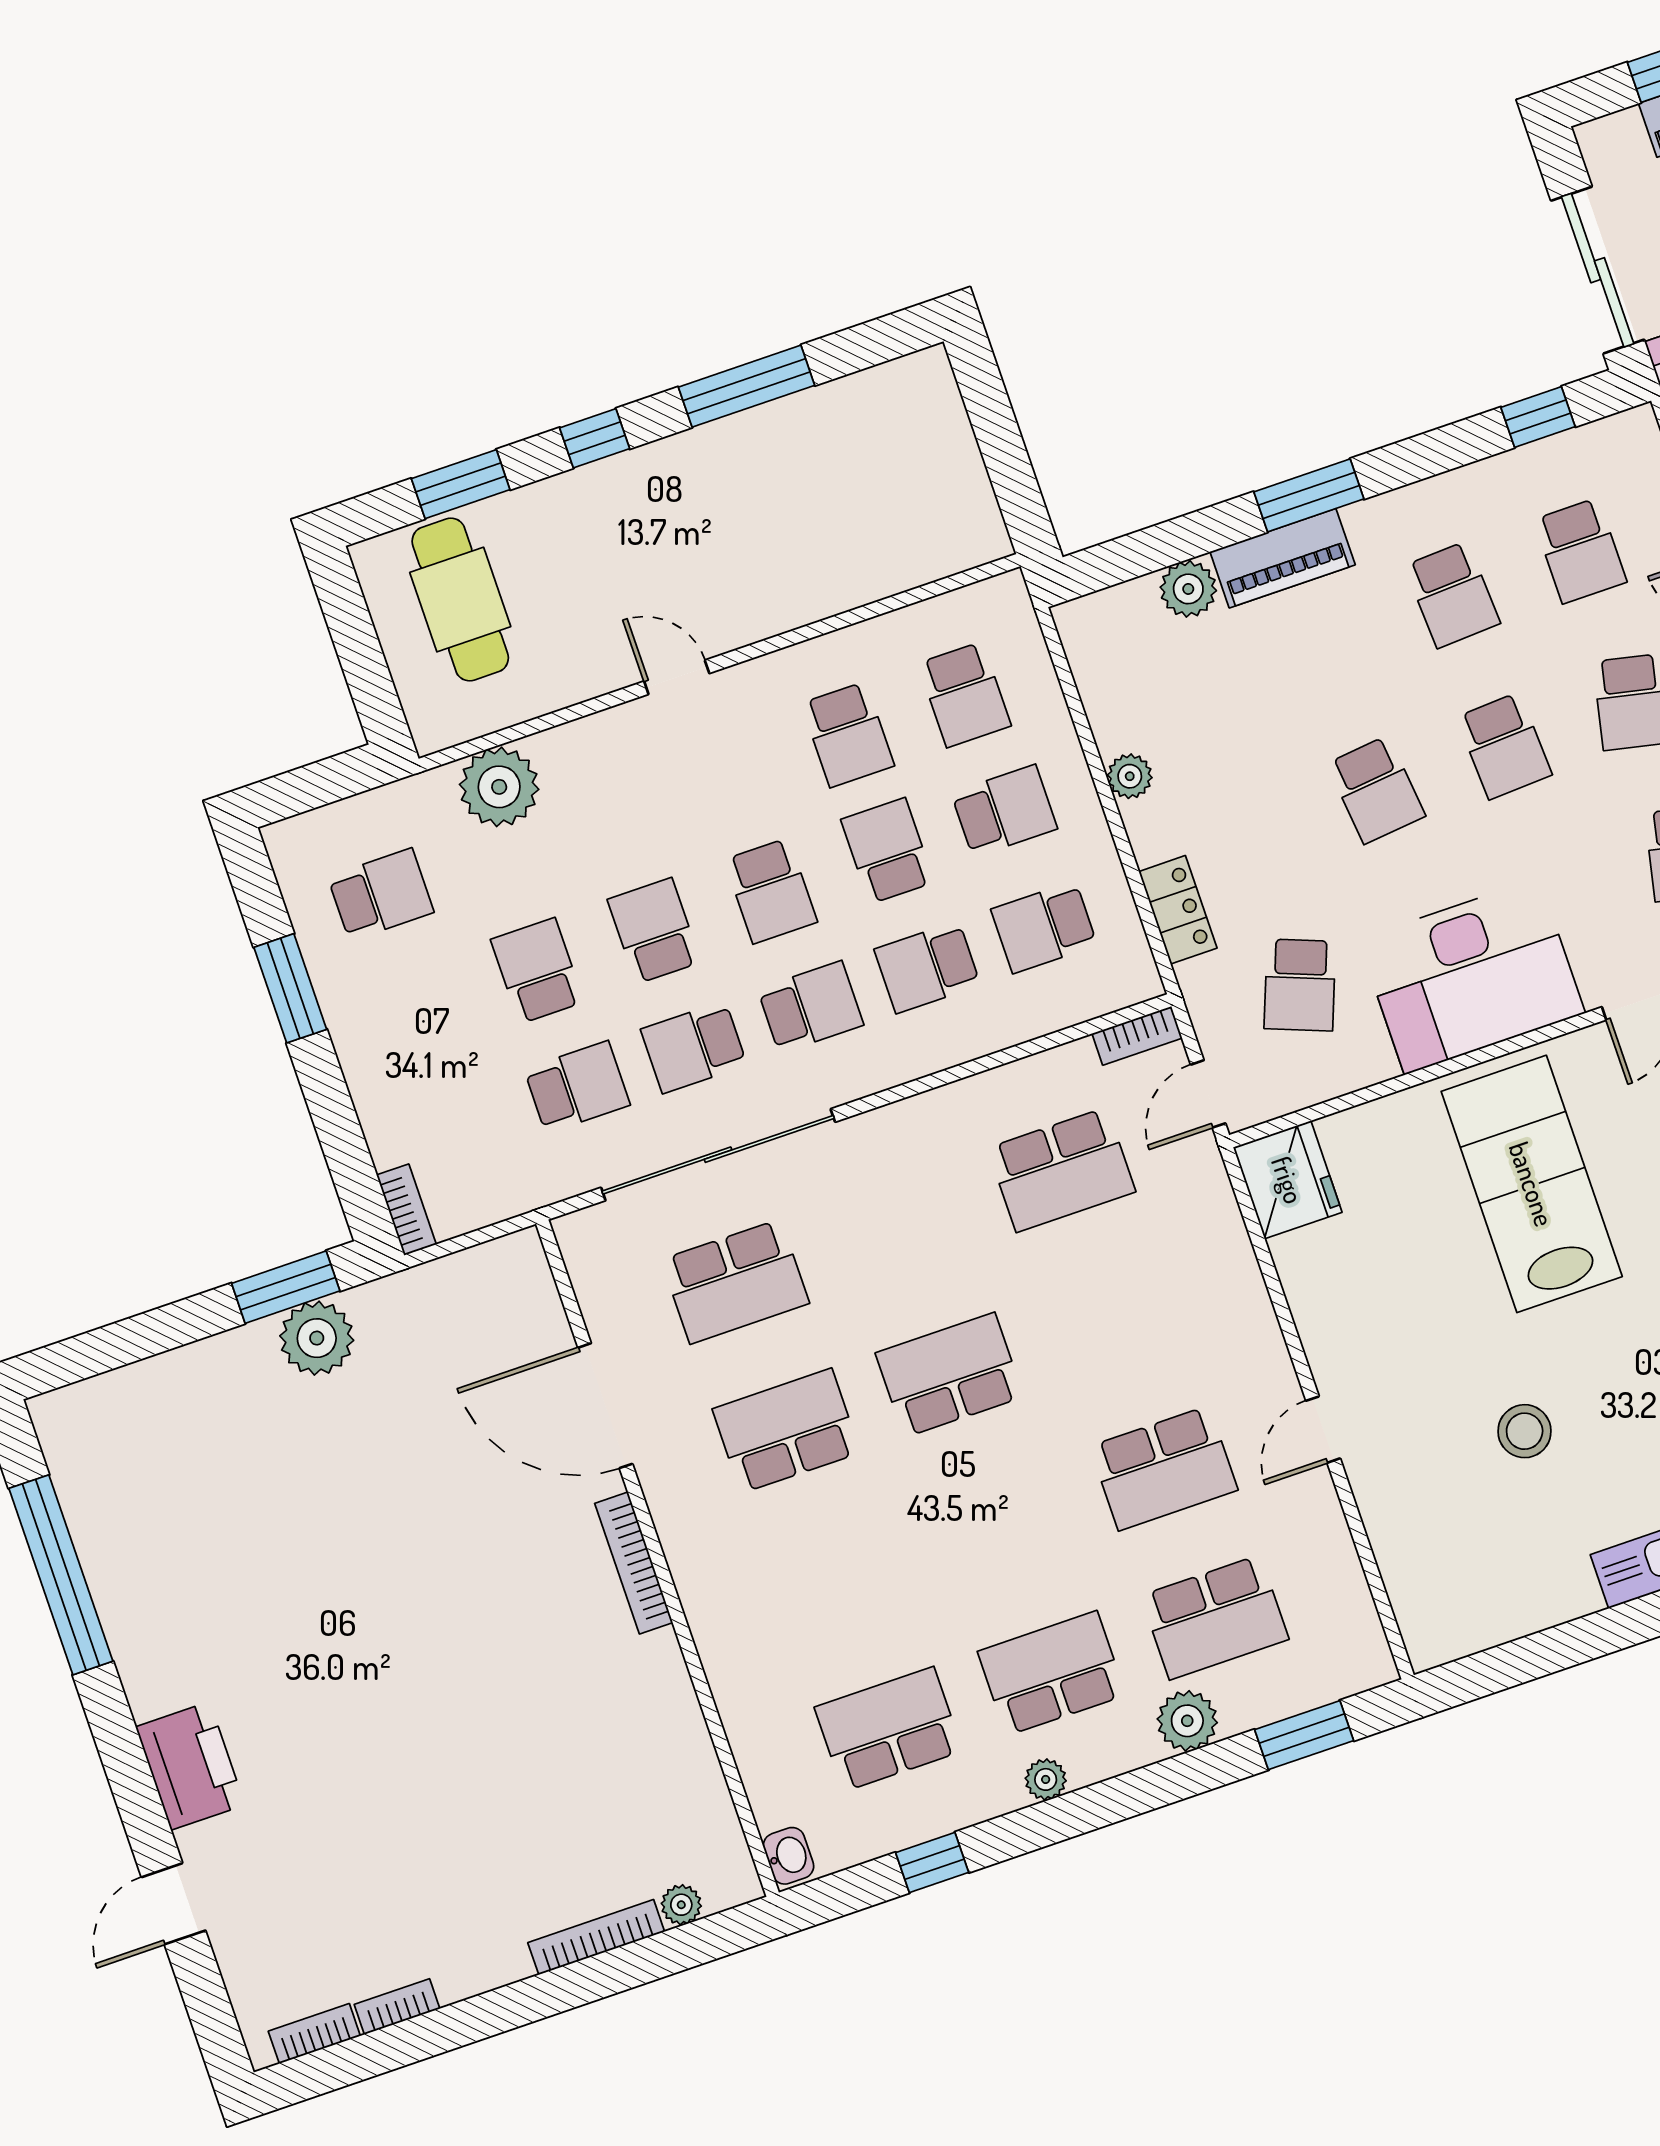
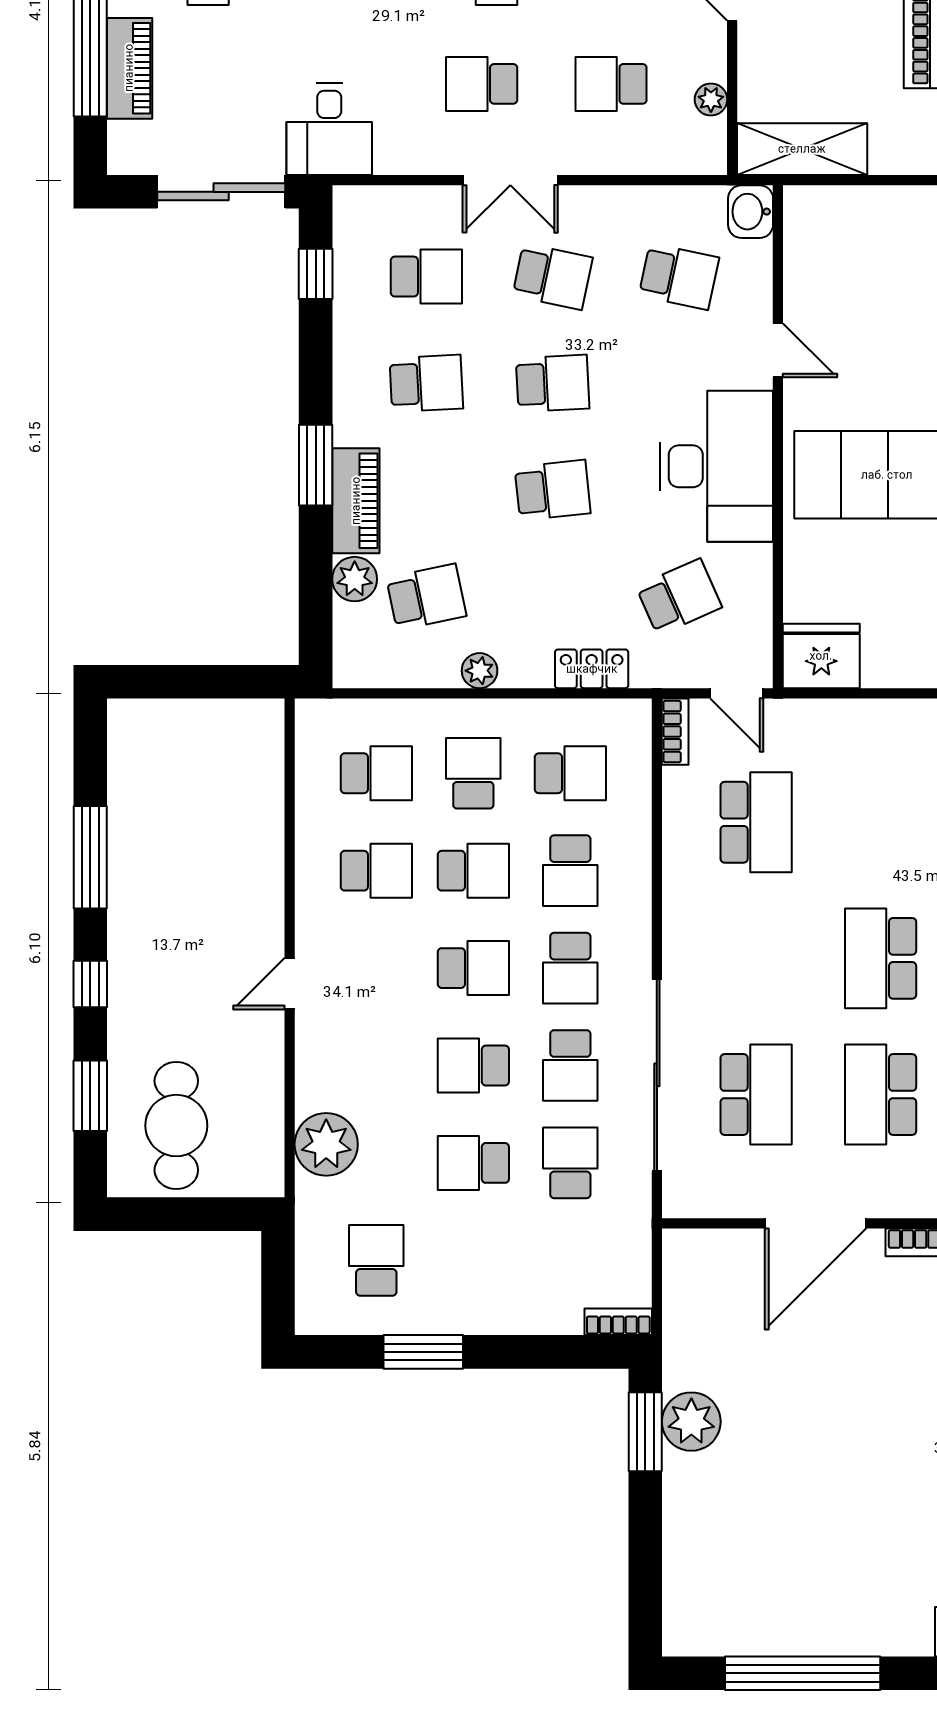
cafe table: (460, 600) -> (176, 1126), turned 90
school desk: (1196, 682) -> (426, 597), added
school desk: (888, 851) -> (473, 871), turned 180
school desk: (1044, 927) -> (570, 773), turned -90
school desk: (1300, 985) -> (679, 597), turned -45
school desk: (811, 1007) -> (570, 968), turned 180

